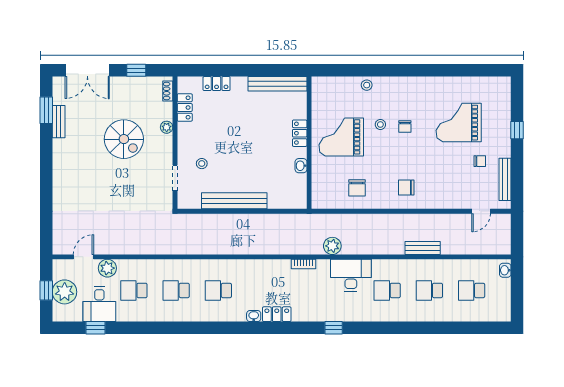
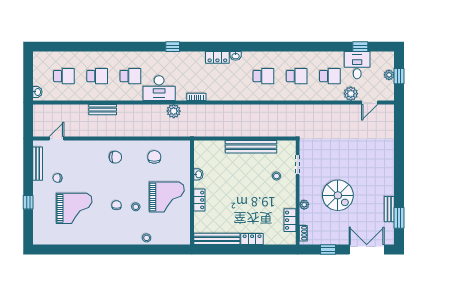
locker: (217, 84) -> (252, 239), moved
spiral stairs: (124, 139) -> (338, 195), turned 180
plant: (65, 292) -> (389, 75), width x0.53, depth x0.53

